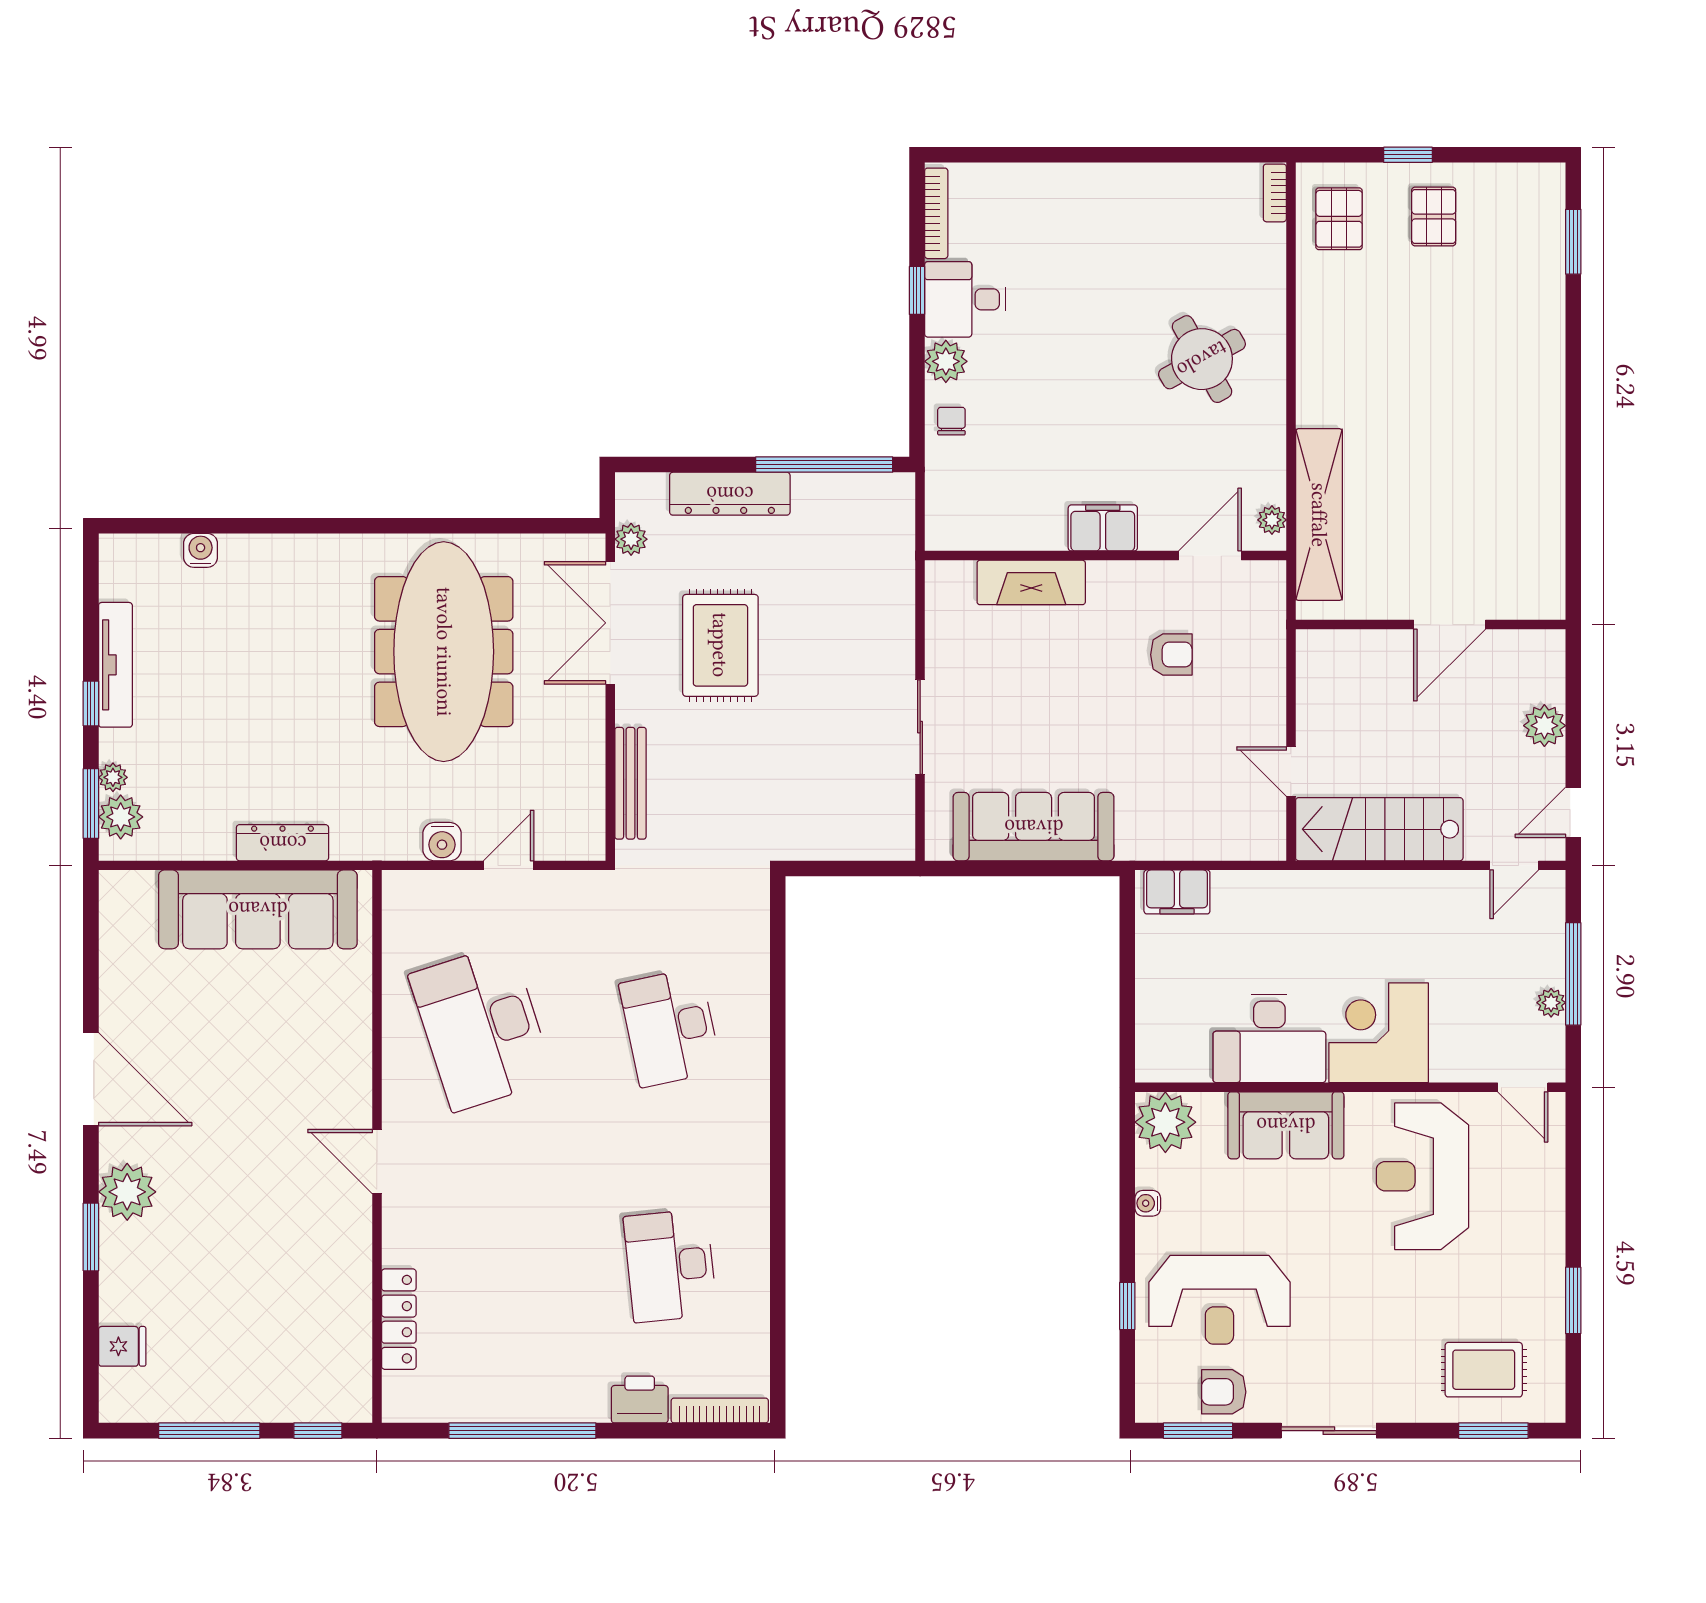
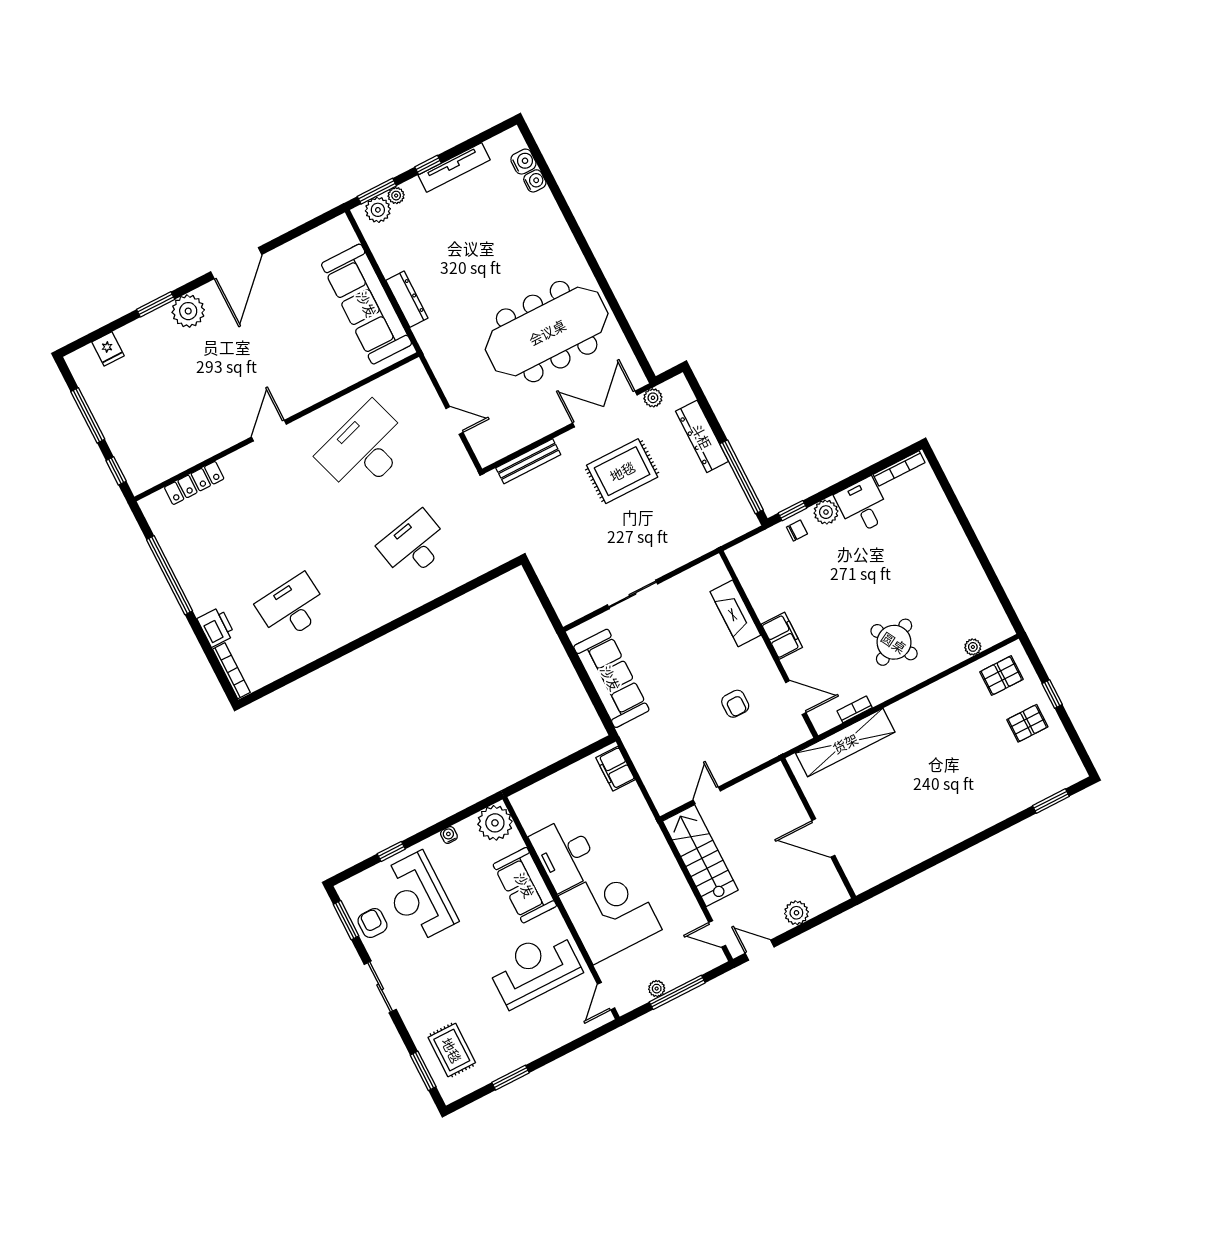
bookcase: (1275, 193) -> (855, 709), moved
window: (917, 290) -> (792, 511), moved
plant: (1272, 520) -> (973, 647), moved
water cooler: (442, 842) -> (523, 162), moved, turned 180
corner desk: (1379, 1033) -> (610, 913), width x1.36, depth x1.36

